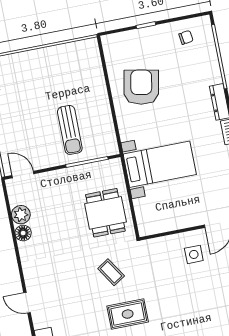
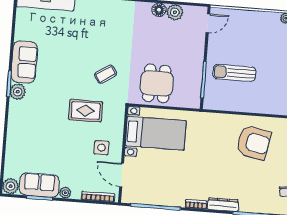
bed with nightstands: (160, 164) -> (156, 133), moved, turned -90
dining table: (105, 213) -> (157, 83), turned 90
rug: (128, 314) -> (86, 111), moved, turned 90

